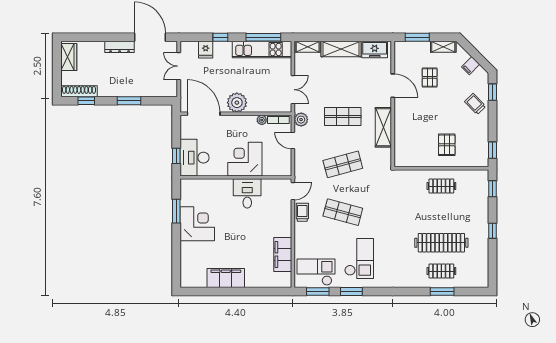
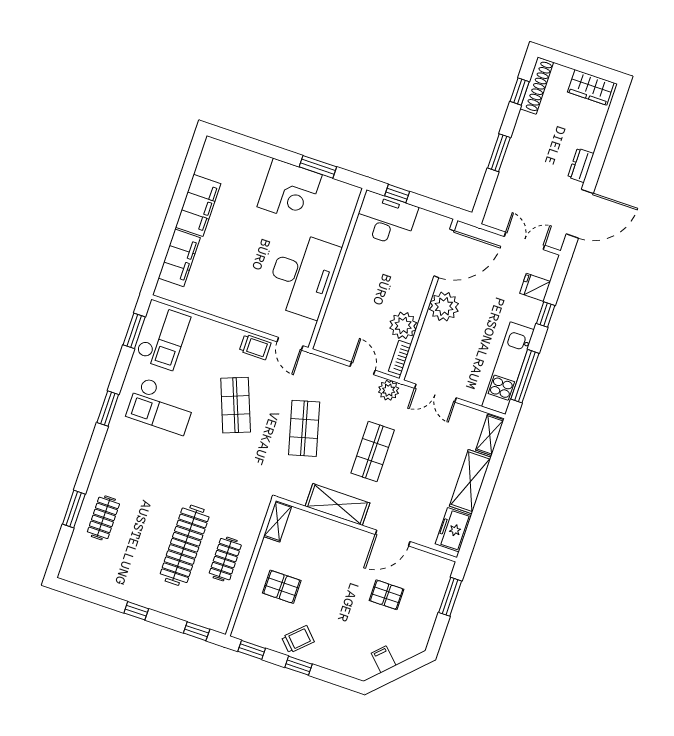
dresser: (120, 47) -> (581, 165), width x0.70
shelving: (443, 47) -> (278, 521), moved
window: (493, 92) -> (298, 666), moved
trolley: (475, 104) -> (298, 639), moved
plant: (262, 120) -> (403, 325), width x1.87, depth x1.87
door: (293, 140) -> (363, 368), hinge flipped
corner desk: (245, 159) -> (359, 291), removed
desk: (247, 193) -> (302, 275), width x1.87, depth x1.30
shop shelf: (343, 212) -> (236, 405), turned -36
clothes rail: (441, 243) -> (185, 545), moved
filing cabinet: (283, 255) -> (179, 258), moved, turned 90
window: (351, 291) -> (108, 408), moved

